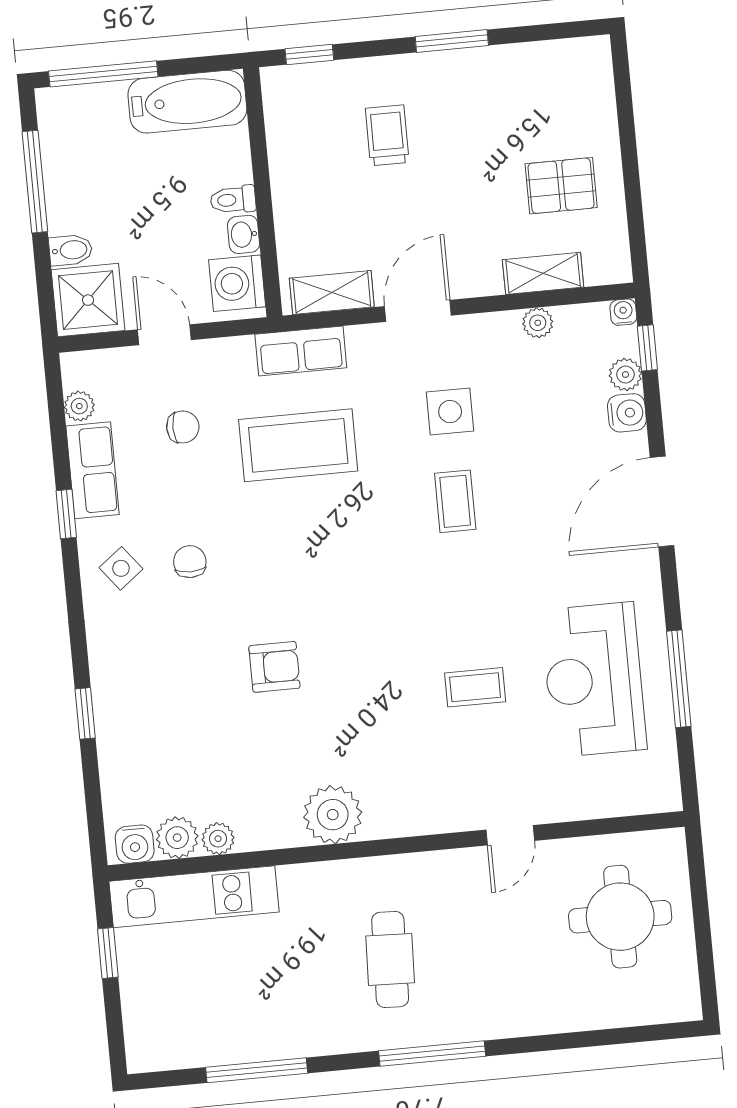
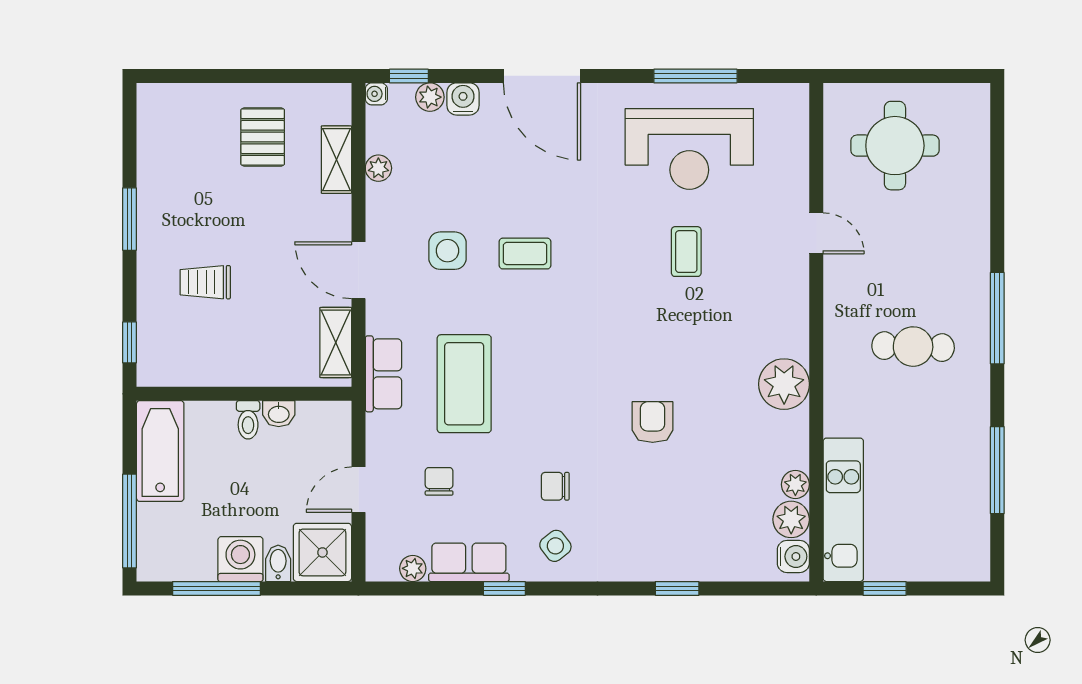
washing machine: (237, 283) -> (240, 559), moved, turned 180

